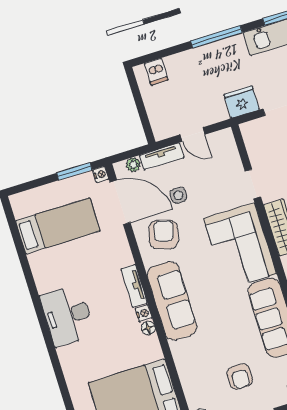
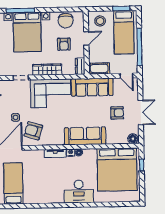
sofa: (172, 301) -> (85, 136), moved
desk: (67, 315) -> (79, 191), moved

